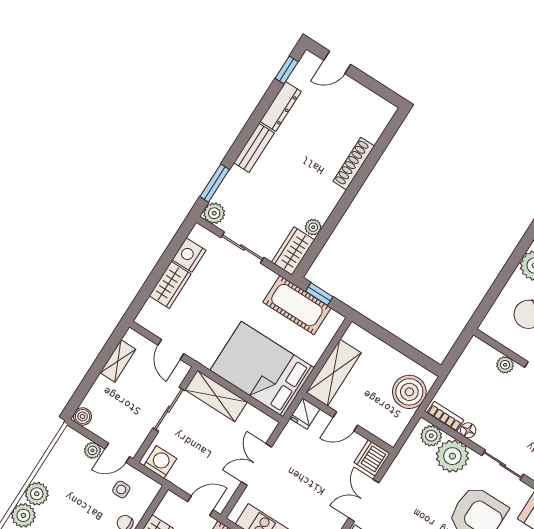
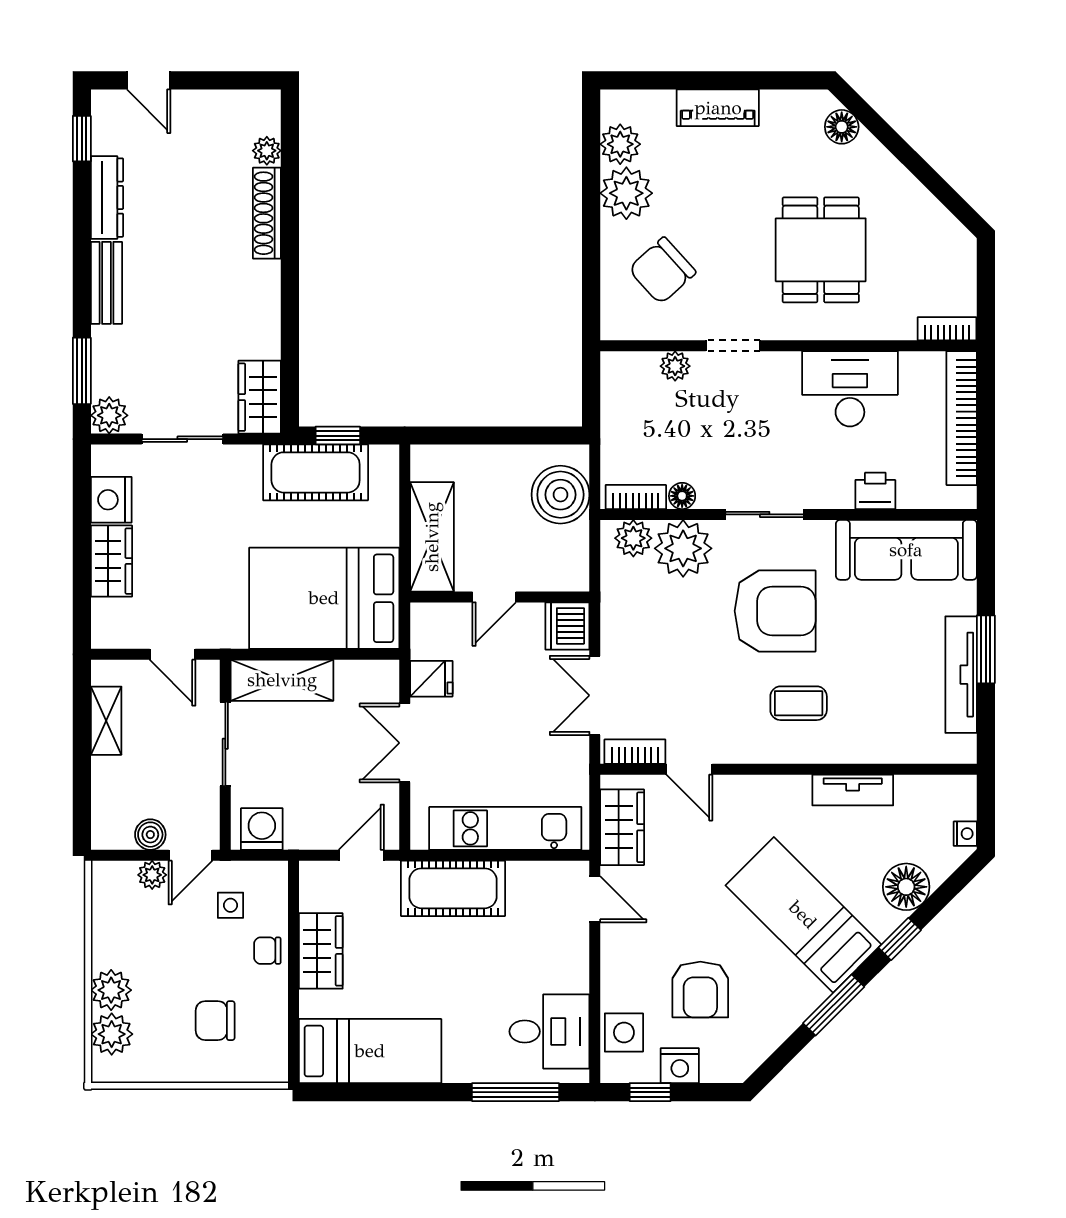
door: (337, 62) -> (149, 80), hinge flipped
plant: (313, 227) -> (267, 151), moved
fridge: (305, 414) -> (431, 679), moved, turned -90
boiler: (83, 416) -> (150, 835), moved

